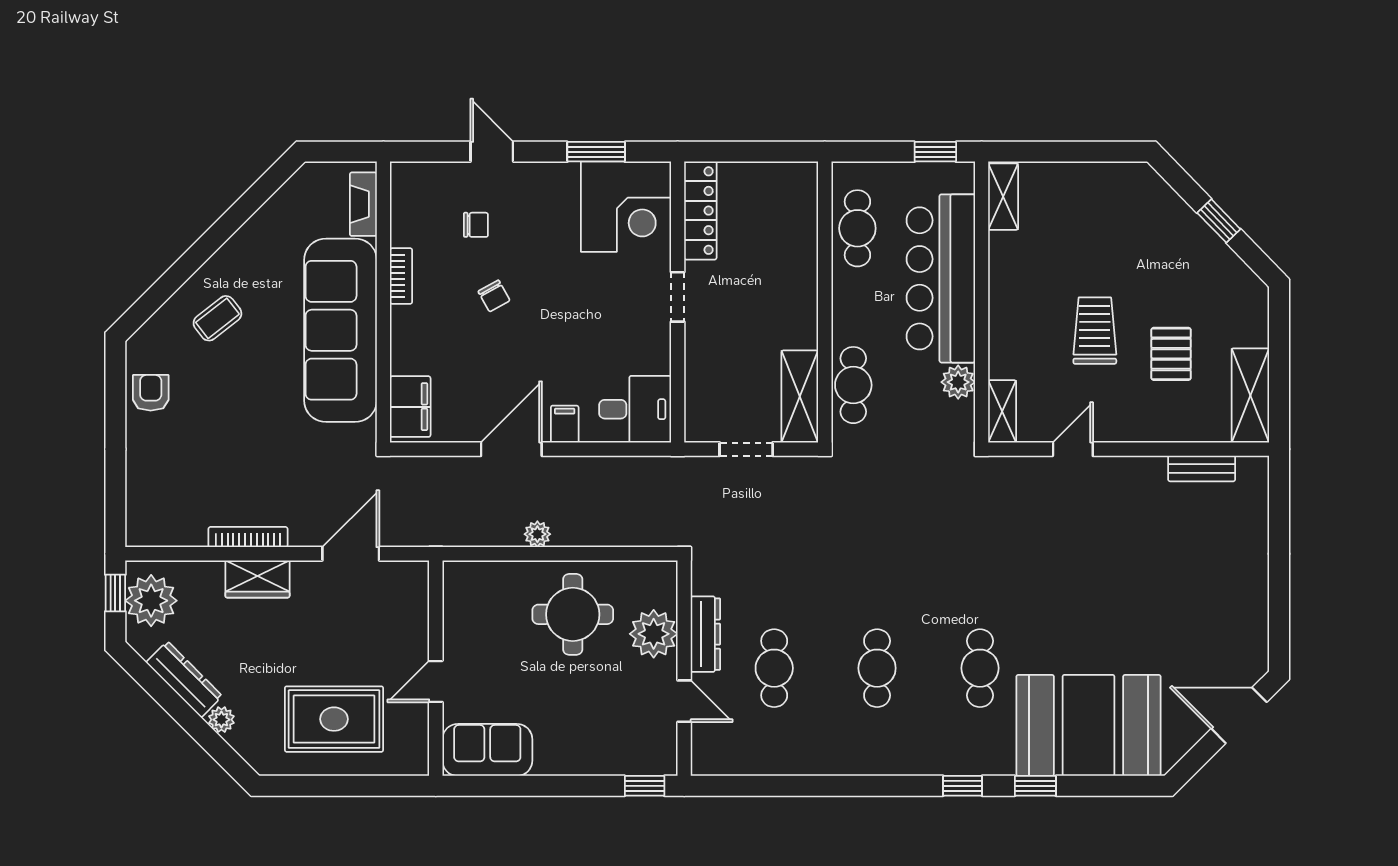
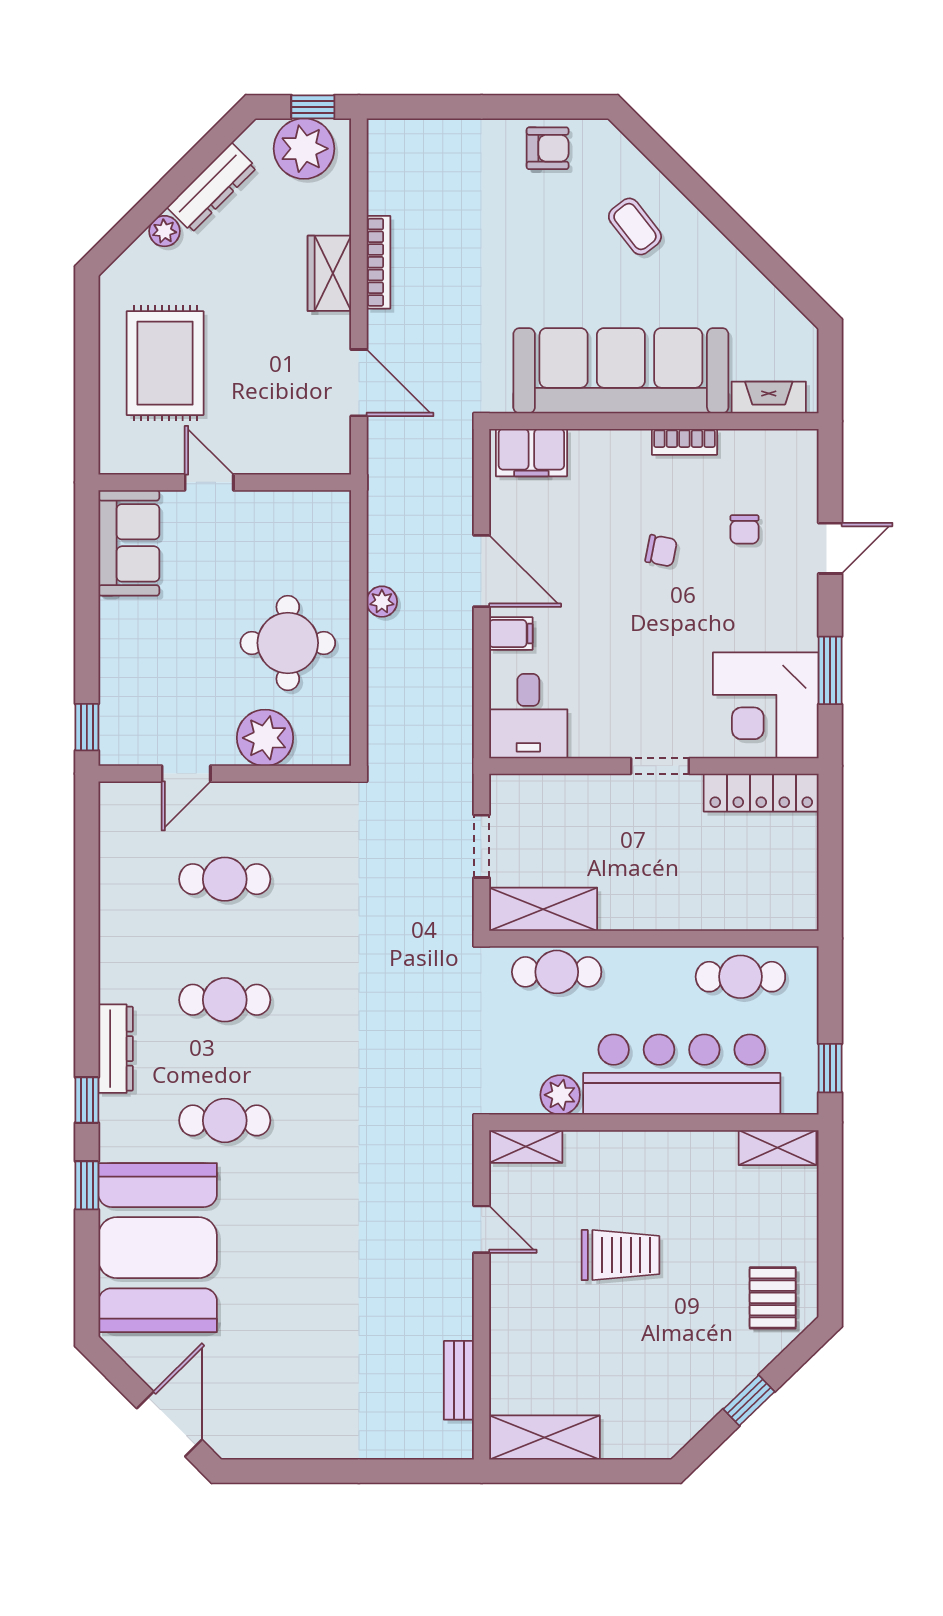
chair: (494, 296) -> (661, 551), turned -140
pallet: (1171, 354) -> (773, 1298), moved, turned 90
dresser: (705, 634) -> (116, 1049), moved, turned -90

